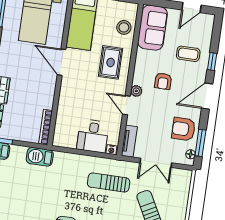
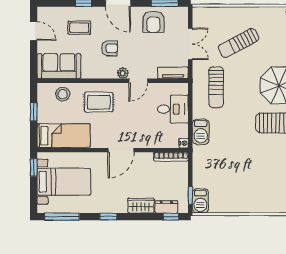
coffee table: (188, 54) -> (79, 28), turned 90
door: (62, 62) -> (121, 150), moved
nightstand: (111, 150) -> (184, 143), moved
floor lamp: (191, 154) -> (177, 11), removed
barbecue: (40, 157) -> (201, 132), moved

